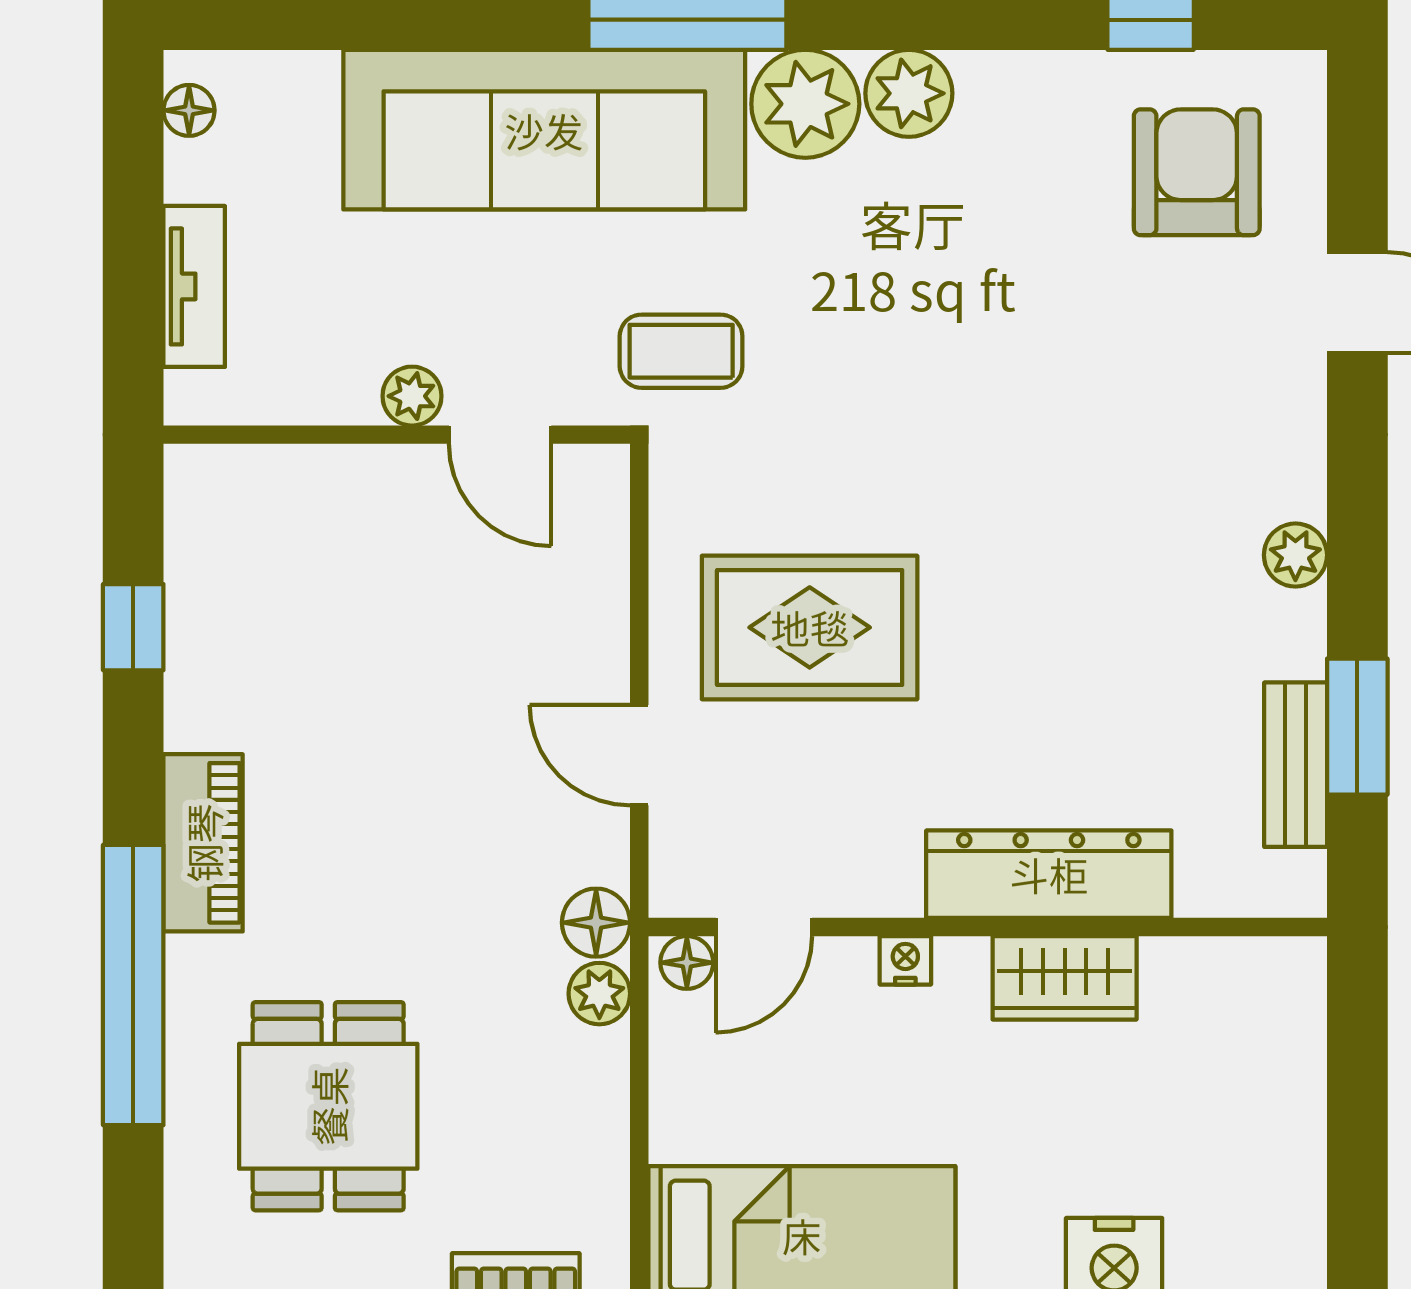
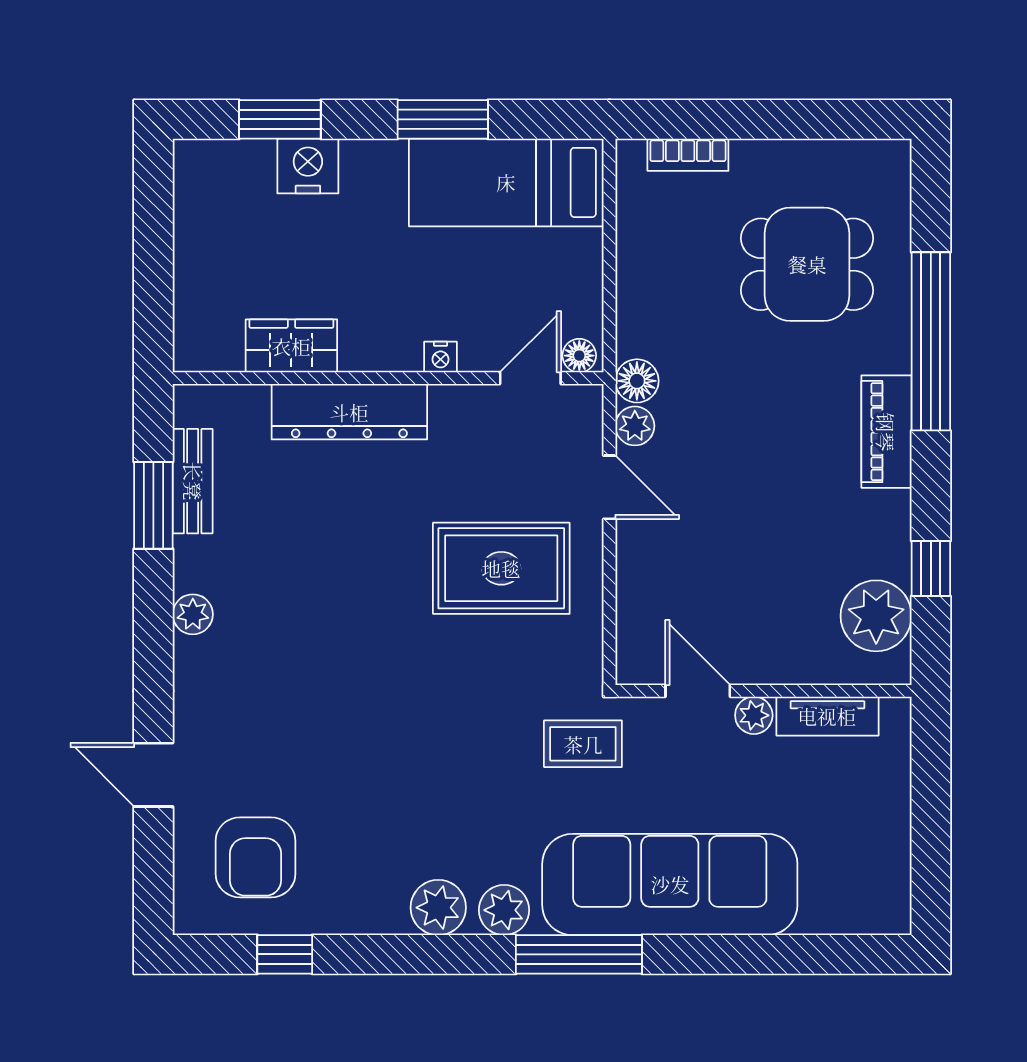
plant: (805, 104) -> (504, 910), width x0.73, depth x0.73
floor lamp: (189, 110) -> (895, 897), removed
tv unit: (194, 286) -> (827, 716), moved, turned -90
plant: (219, 553) -> (876, 616), added
wardrobe: (1065, 978) -> (291, 346), moved
plant: (599, 994) -> (635, 426), moved
dining table: (328, 1106) -> (807, 264), turned 90

